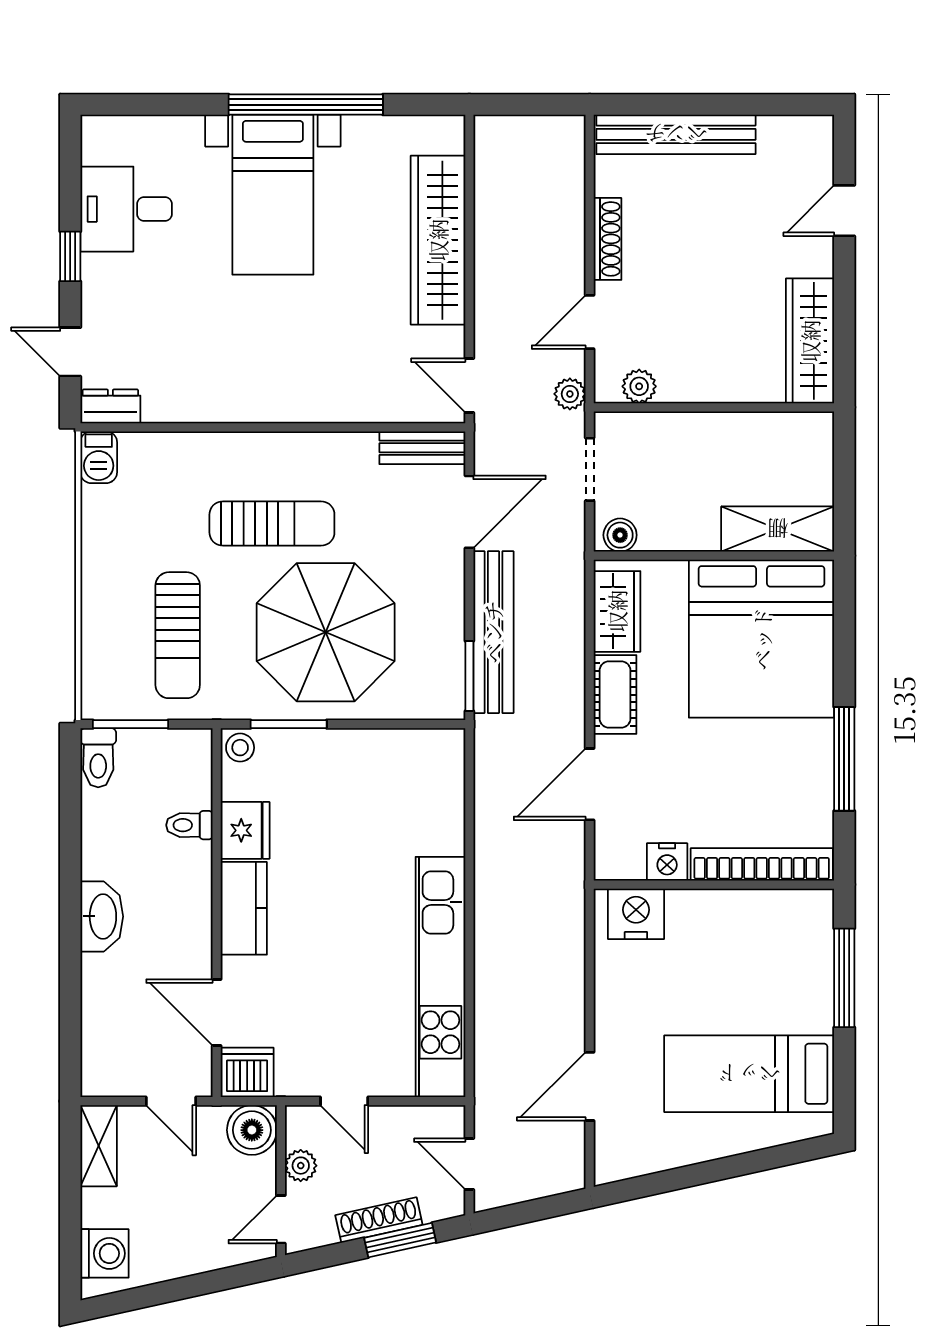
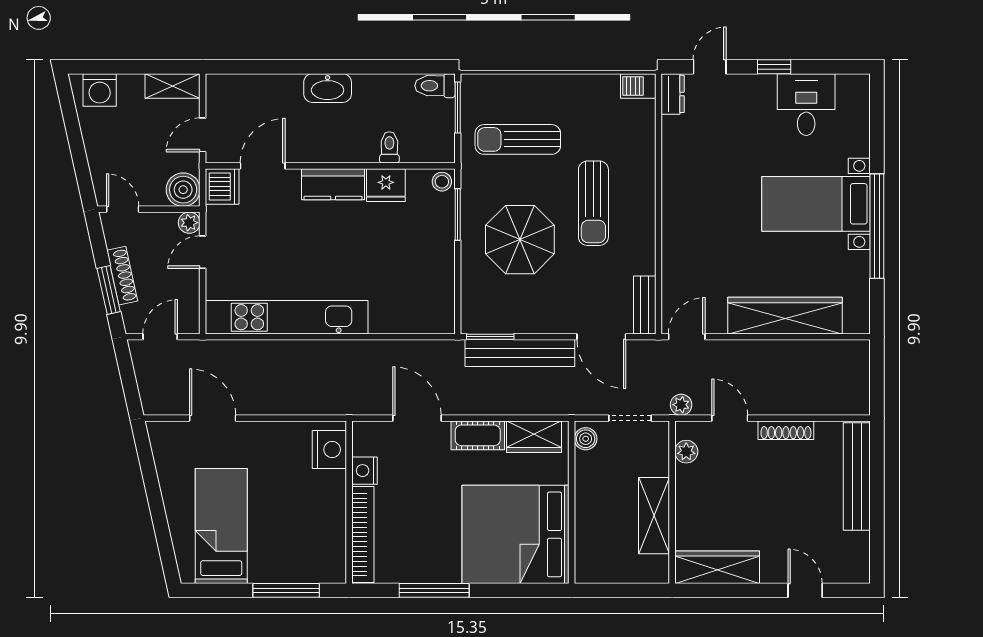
shelving: (778, 529) -> (654, 516), moved
parasol: (326, 632) -> (520, 240), width x0.73, depth x0.73
plant: (301, 1166) -> (189, 223), moved

